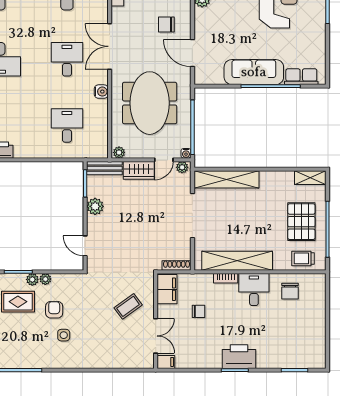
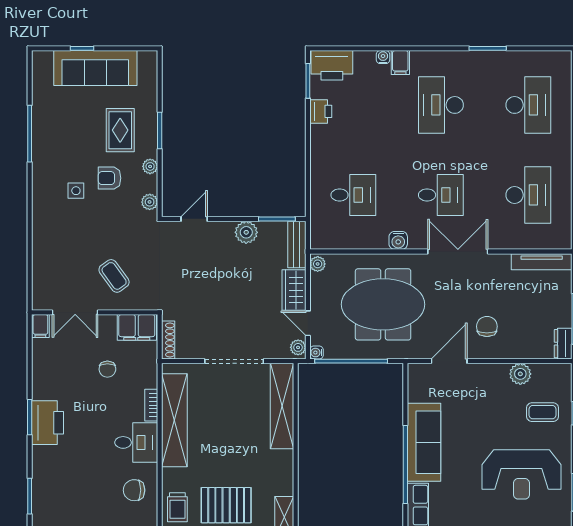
trolley: (303, 258) -> (177, 507), turned 180
plant: (32, 279) -> (150, 202), moved
armchair: (54, 310) -> (110, 178), turned 180

